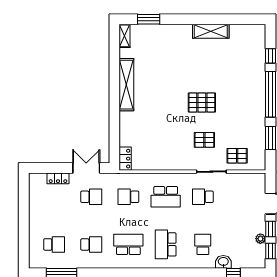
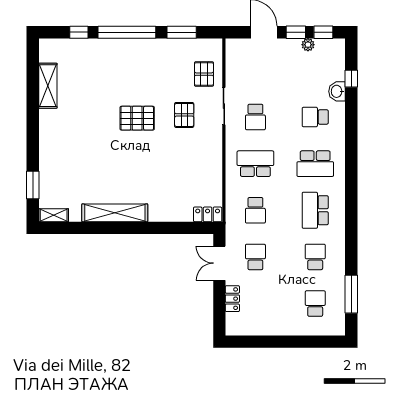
shelving: (211, 31) -> (48, 86), moved
pallet: (202, 102) -> (137, 118), turned 90
school desk: (166, 197) -> (255, 164), turned -90

